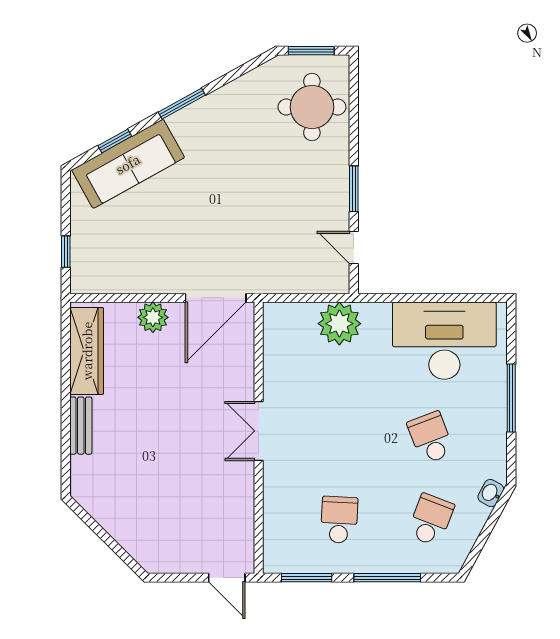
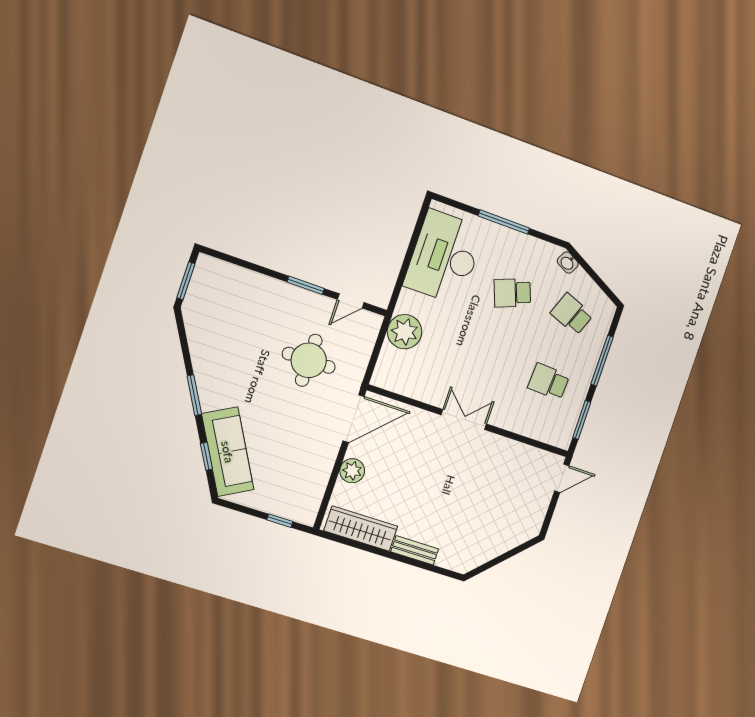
round table: (312, 107) -> (309, 360), moved
door: (216, 298) -> (354, 419), hinge flipped
double door: (259, 431) -> (464, 419), swing flipped

